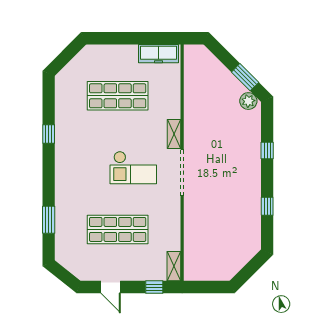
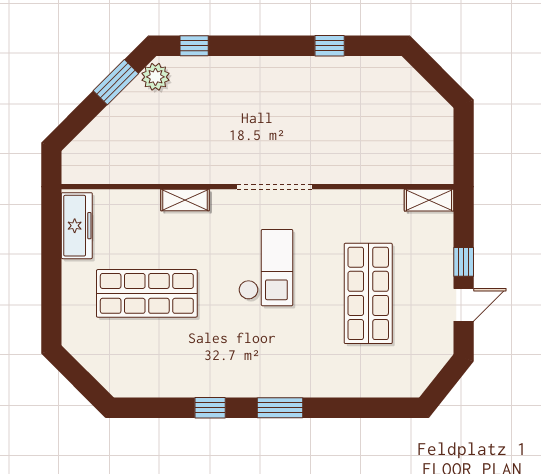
shop shelf: (118, 96) -> (147, 293), turned 90
shelving: (174, 134) -> (185, 200), moved
window: (267, 151) -> (194, 46), moved
window: (49, 220) -> (280, 408), moved
window: (154, 287) -> (464, 262), moved

